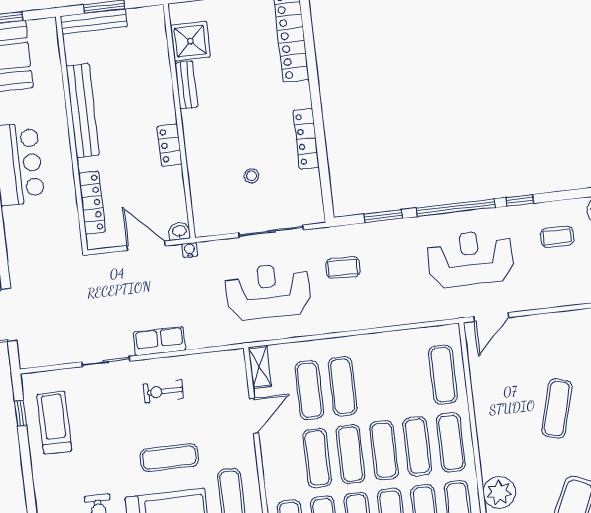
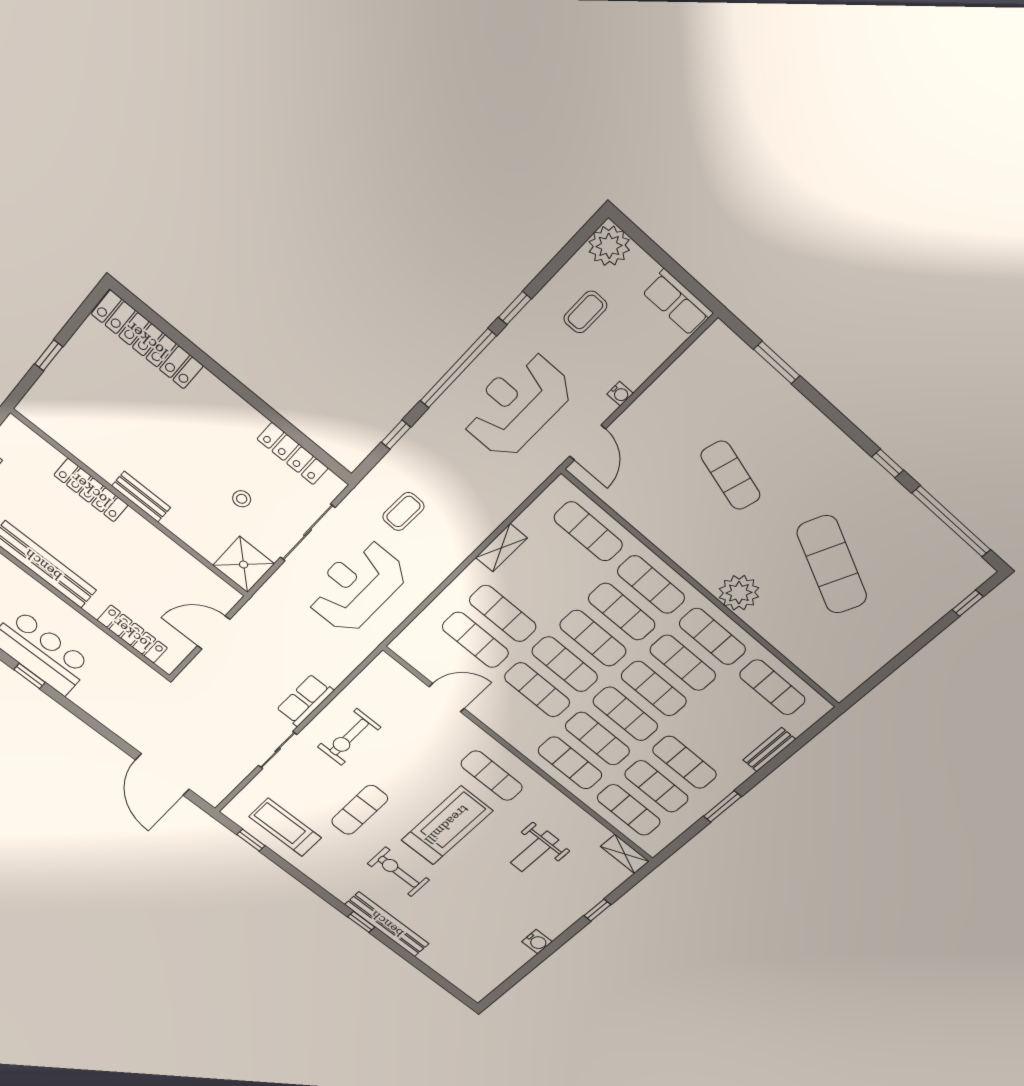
shower: (190, 41) -> (244, 565), moved
bench: (186, 85) -> (141, 497), moved
locker: (306, 139) -> (293, 454), moved
locker: (170, 145) -> (91, 490), moved, width x1.53
window: (383, 216) -> (396, 435), width x0.67
washbasin: (179, 231) -> (229, 598), removed
water cooler: (190, 250) -> (620, 394), moved, turned 180
shelving: (260, 367) -> (501, 548), moved, turned 90
exercise bike: (163, 391) -> (349, 737), width x1.38, depth x1.39
door: (254, 416) -> (447, 698), hinge flipped
exercise mat: (169, 458) -> (360, 810), moved

